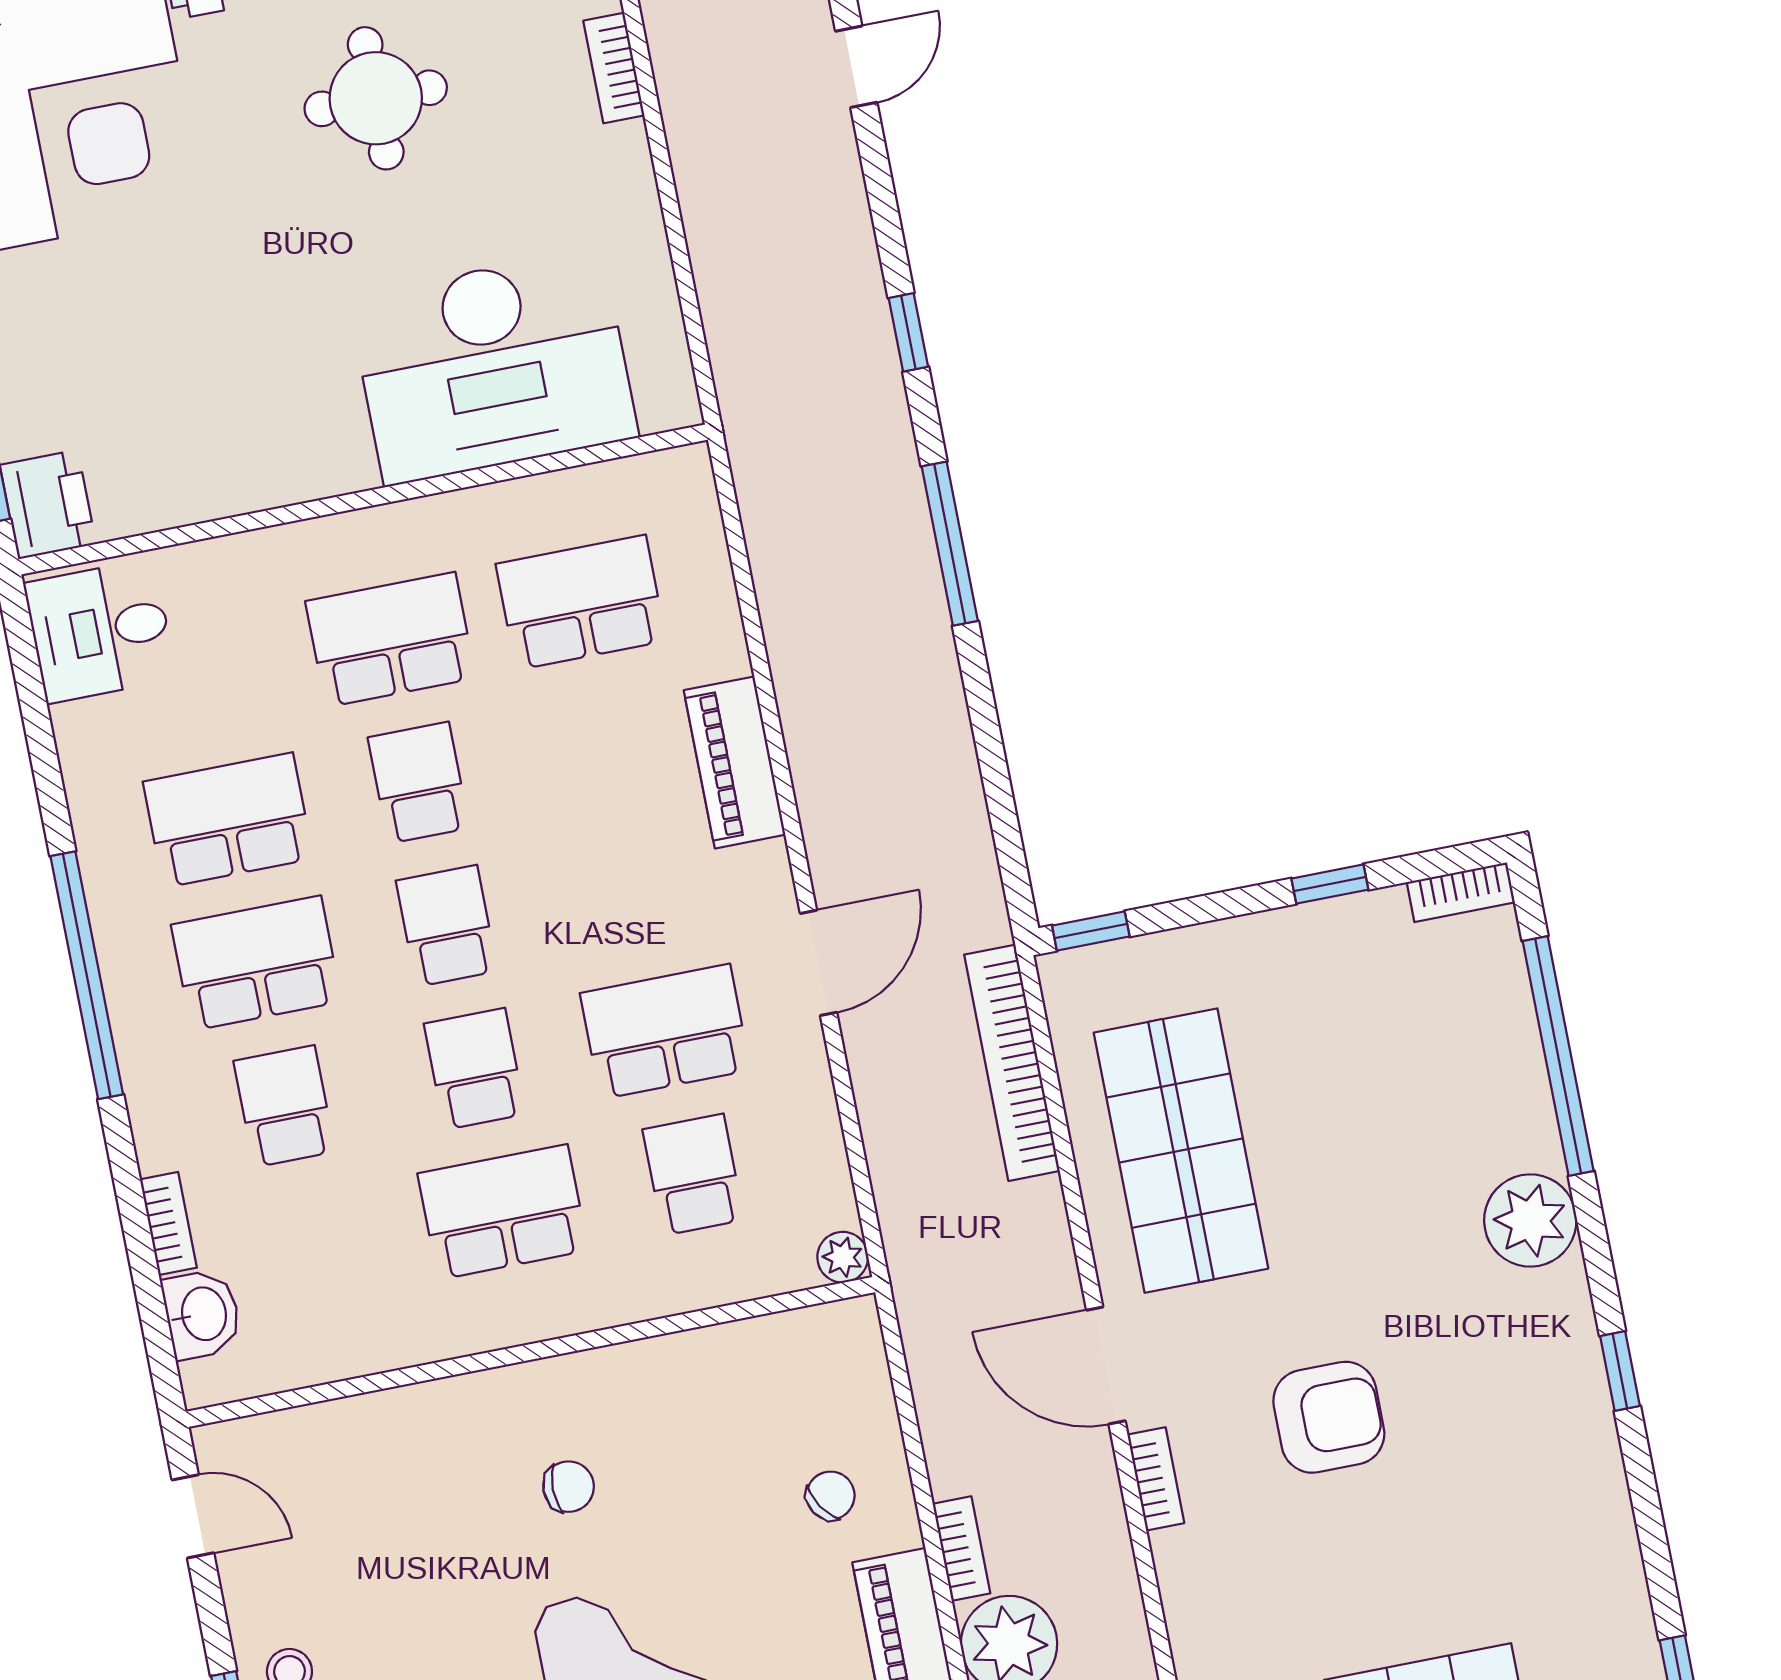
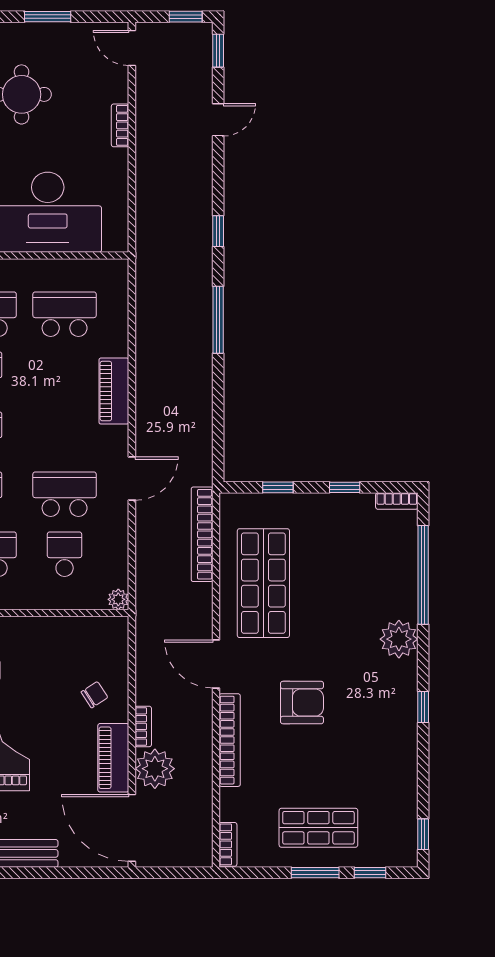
bookcase: (614, 68) -> (120, 125), moved
window: (1091, 931) -> (278, 487), moved
bookcase: (1156, 1479) -> (230, 740), width x2.31, depth x1.31

